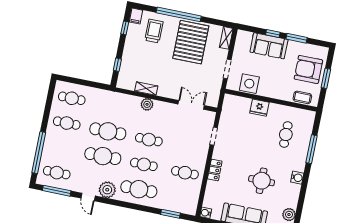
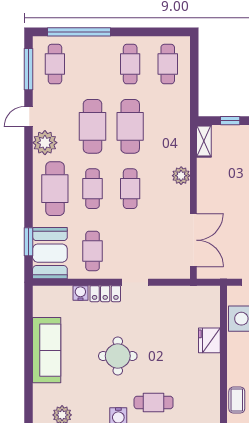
shelving: (146, 88) -> (204, 141), moved
double door: (191, 105) -> (193, 240), width x1.37
cafe table: (286, 134) -> (154, 402), moved
doorway: (214, 136) -> (135, 282), moved
round table: (262, 181) -> (118, 356), moved
booth: (181, 201) -> (50, 253), added
water cooler: (206, 213) -> (80, 293), moved

